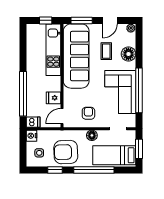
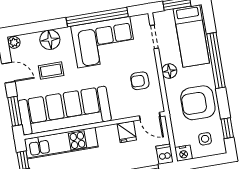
armchair: (66, 152) -> (198, 103), turned 92
window: (55, 170) -> (227, 128), moved

